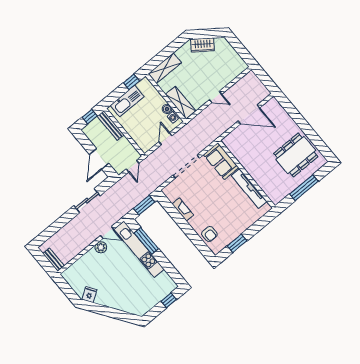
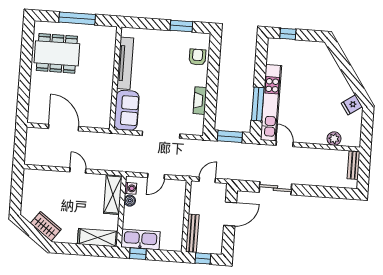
kitchen sink: (127, 101) -> (140, 239), moved
plant: (101, 247) -> (334, 139), moved

